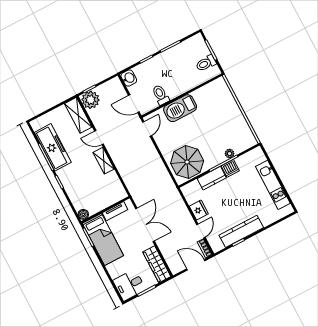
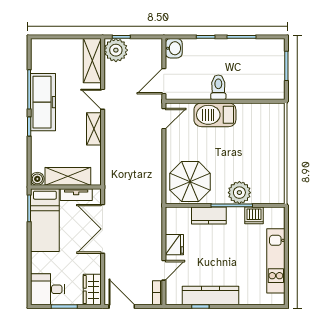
toilet: (206, 63) -> (273, 78), removed
toilet: (161, 95) -> (218, 87), moved
door: (134, 104) -> (164, 81), hinge flipped
freezer: (53, 147) -> (43, 102), moved
plant: (230, 154) -> (239, 193), width x1.87, depth x1.87
dishwasher: (230, 168) -> (254, 215), moved
shelving: (103, 202) -> (68, 176), added
double door: (145, 225) -> (103, 229), swing flipped
wardrobe: (157, 264) -> (92, 290), width x0.67
door: (196, 265) -> (122, 306), moved

